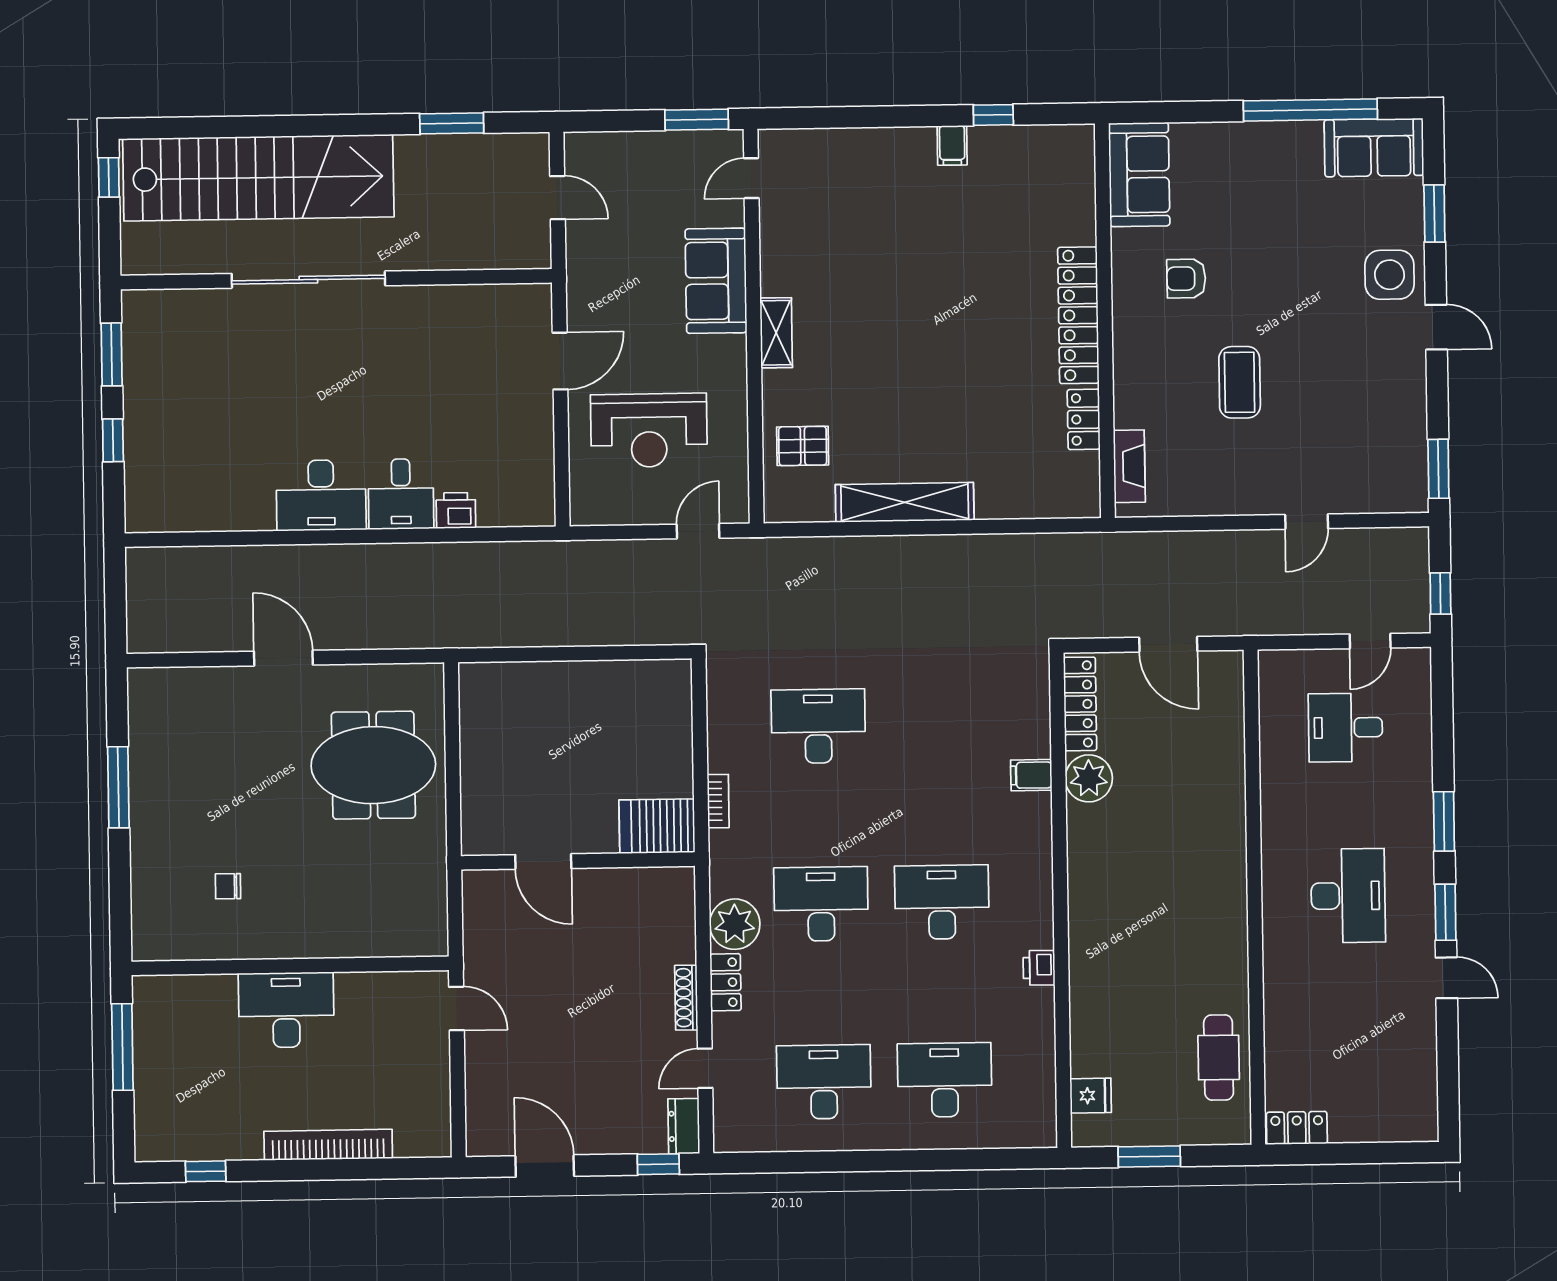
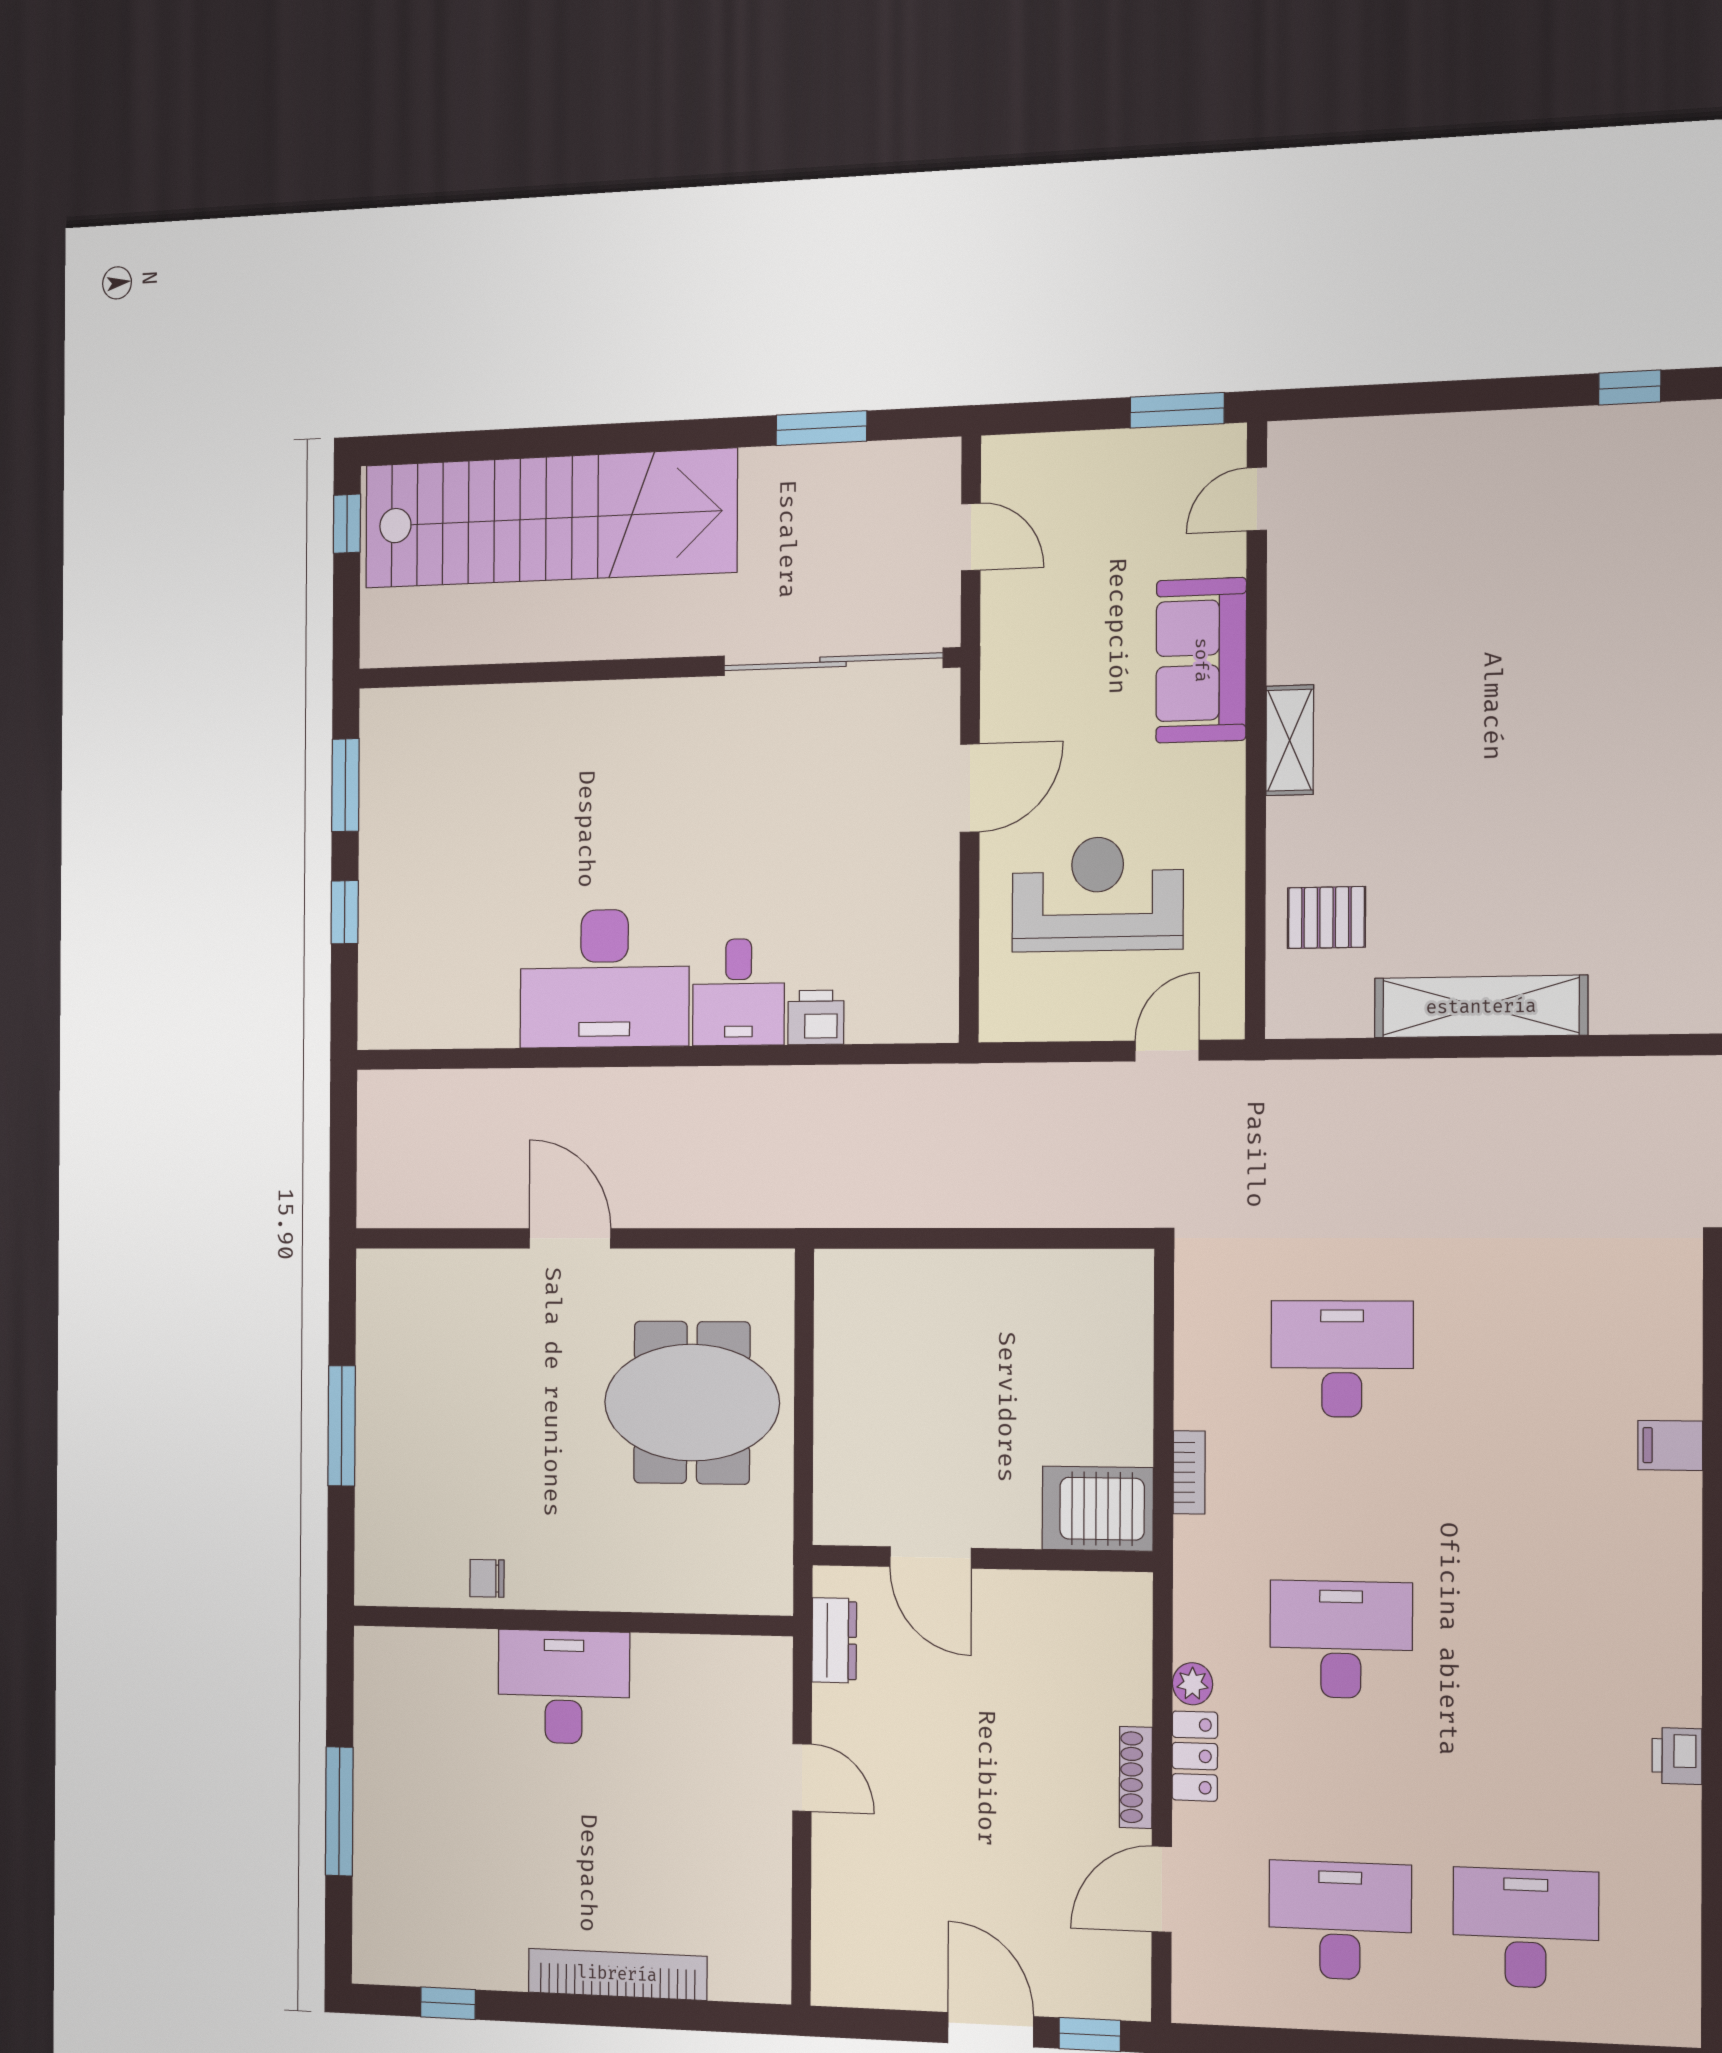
filing cabinet: (952, 145) -> (1564, 438), removed
sliding door: (308, 280) -> (833, 662), moved
reception desk: (649, 430) -> (1097, 894), turned 180
desk: (321, 495) -> (604, 978), width x1.36, depth x1.30
desk: (942, 902) -> (1526, 1644), removed
plant: (735, 924) -> (1193, 1684), width x0.53, depth x0.53
wall: (290, 966) -> (571, 1621), moved
desk: (286, 1010) -> (564, 1687), moved
door: (705, 1068) -> (1162, 1889), width x1.37
dresser: (684, 1126) -> (834, 1640), moved, turned 180
door: (545, 1166) -> (991, 2030), moved

